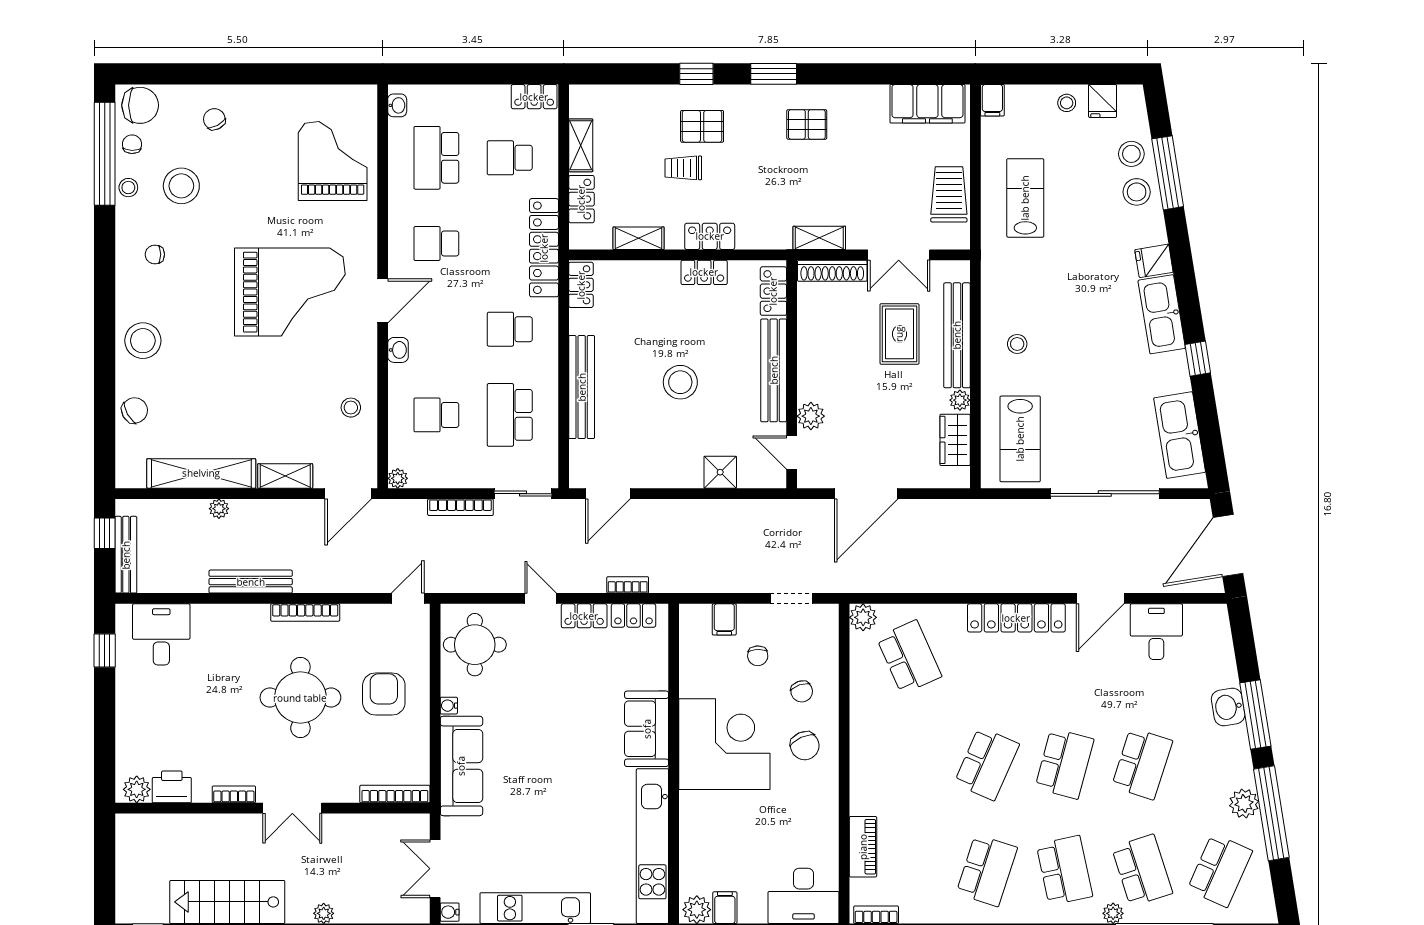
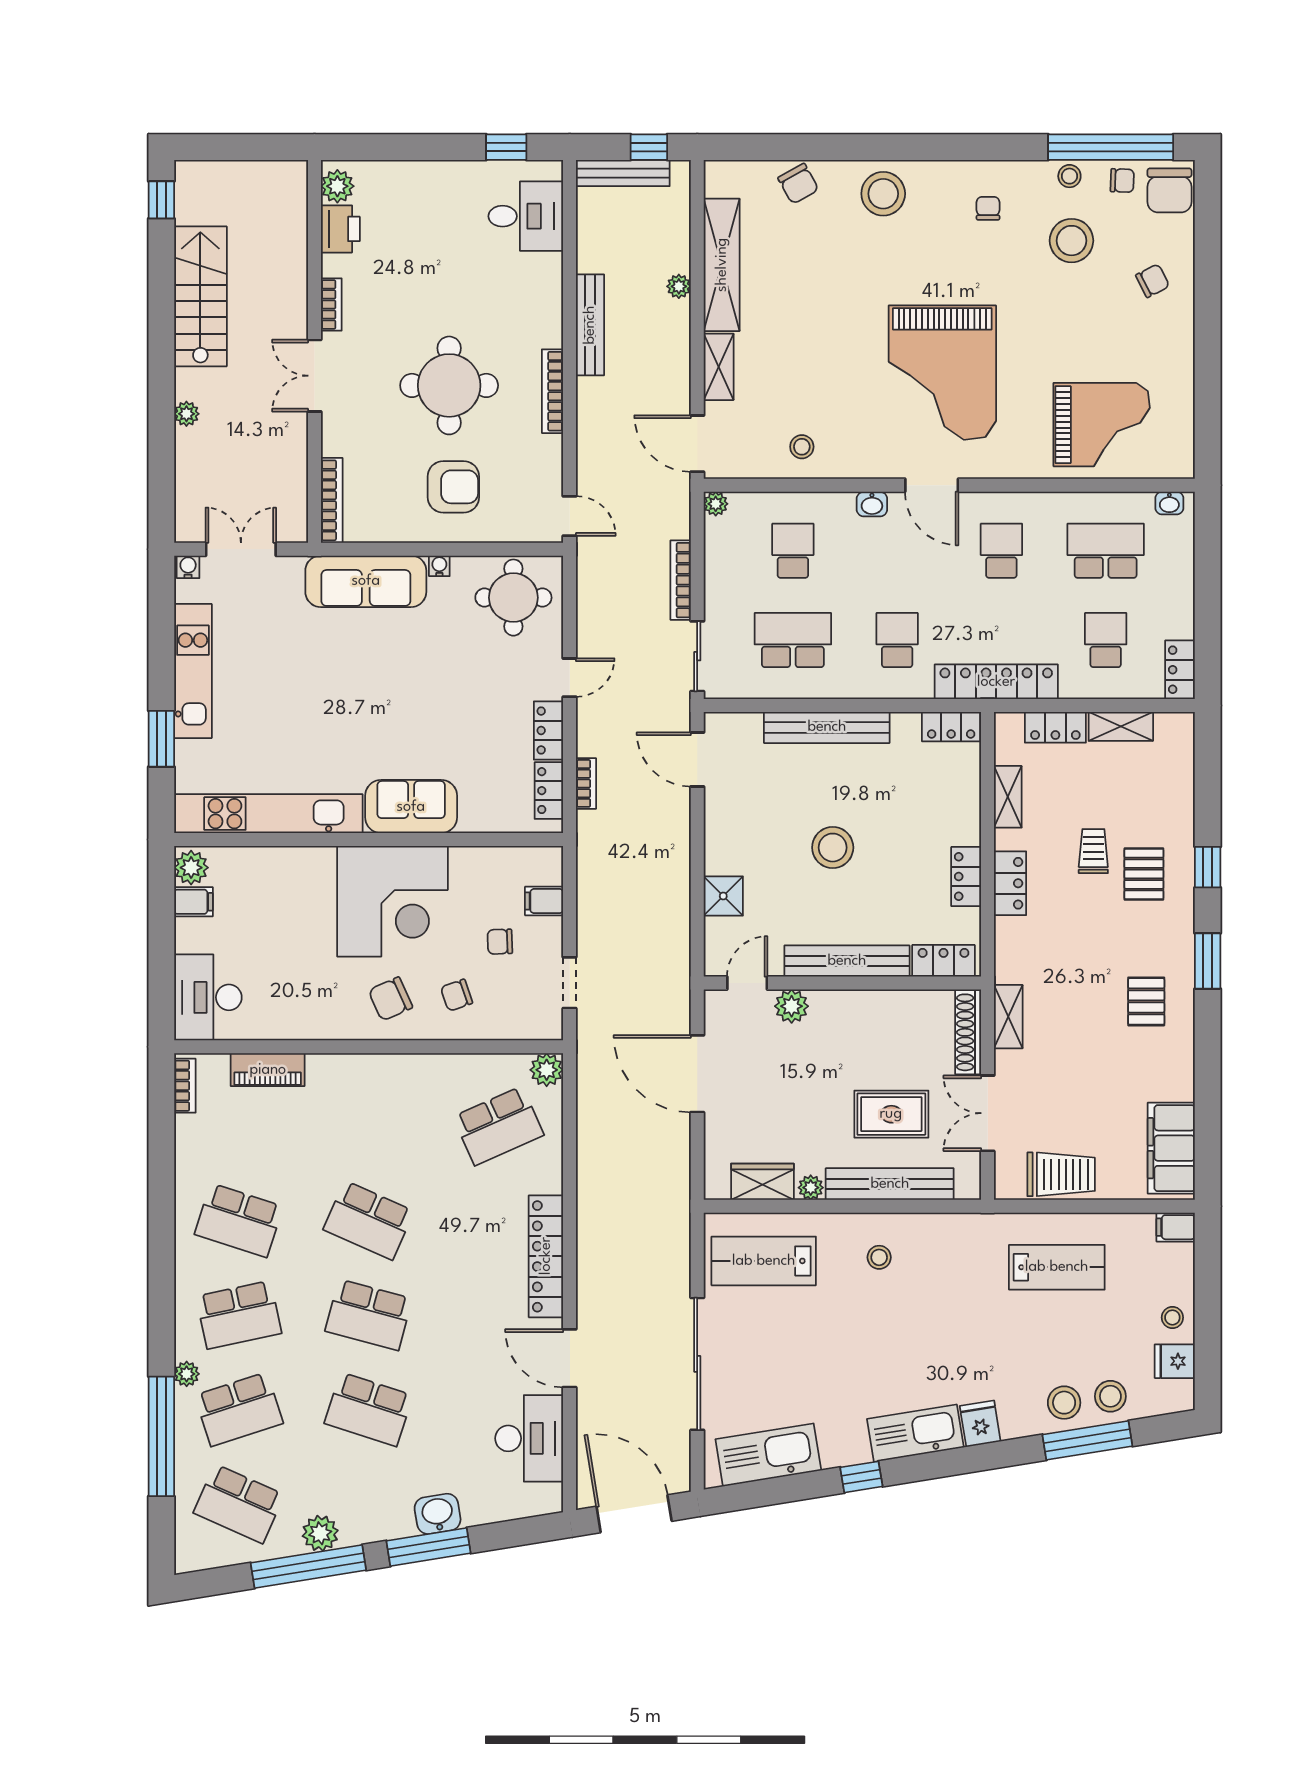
desk: (1156, 632) -> (529, 1438), width x1.37

